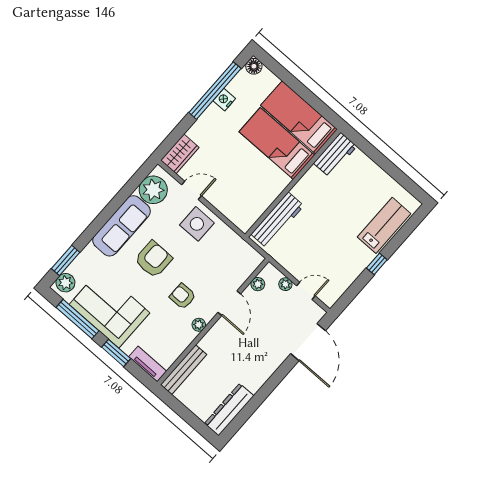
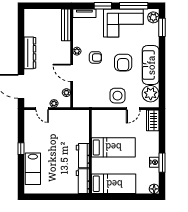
window: (215, 91) -> (162, 163), width x0.47
bed: (277, 143) -> (113, 147), moved
workbench: (278, 220) -> (83, 156), moved, width x0.73
door: (306, 291) -> (42, 109), hinge flipped
dresser: (229, 410) -> (30, 53), moved

